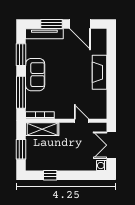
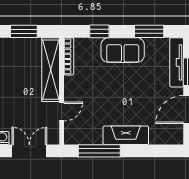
window: (21, 92) -> (99, 31), width x0.46
window: (111, 92) -> (99, 151), added
shelving: (42, 129) -> (51, 70), width x1.47

